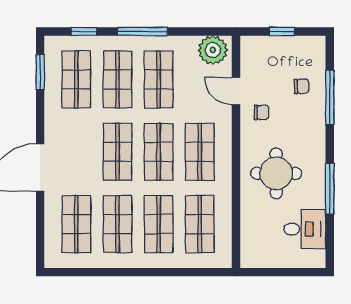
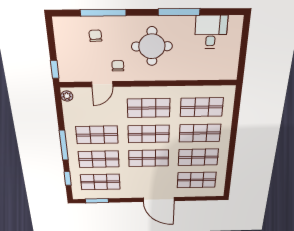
window: (282, 31) -> (55, 69), moved
plant: (213, 50) -> (67, 96), width x0.53, depth x0.53
round table: (276, 173) -> (152, 46), moved

